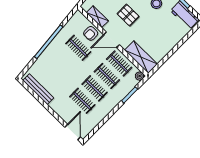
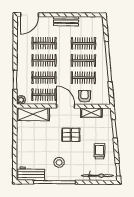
door: (111, 40) -> (66, 106), hinge flipped
clothes rail: (66, 60) -> (83, 61), added
clothes rail: (54, 73) -> (83, 43), added
bench: (38, 89) -> (66, 21), moved, width x0.73
door: (73, 132) -> (29, 15), hinge flipped

